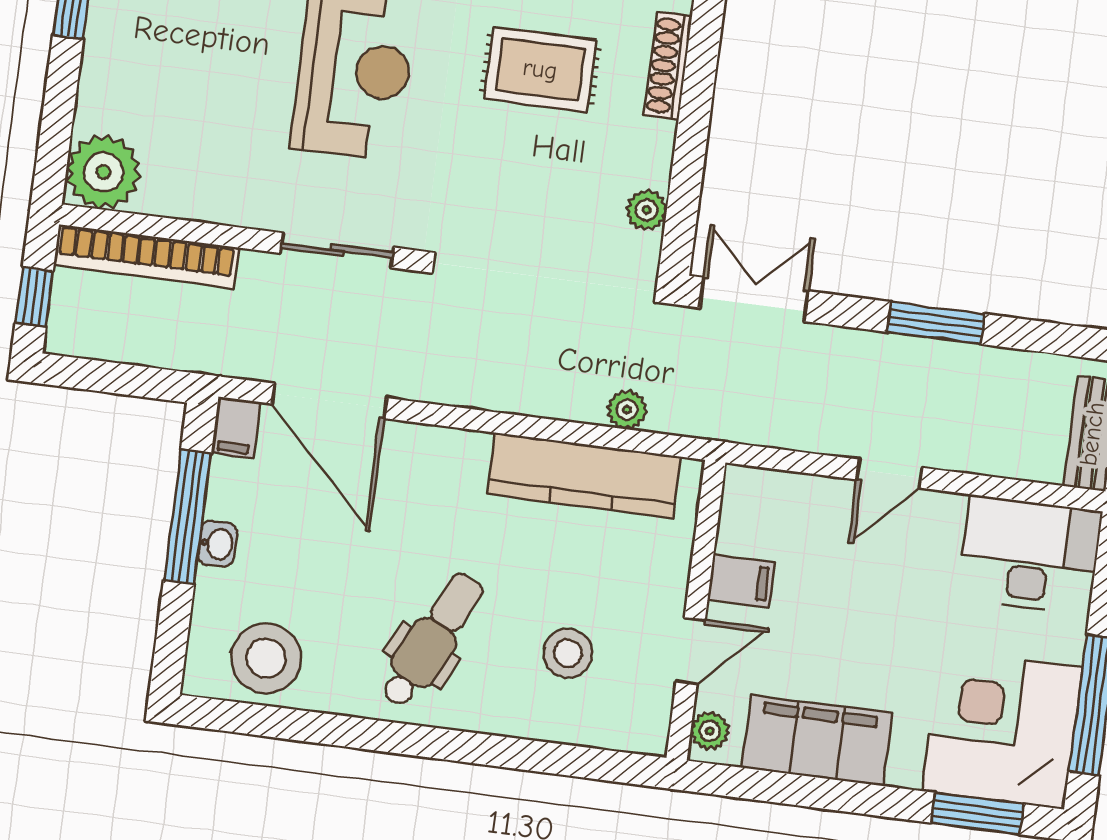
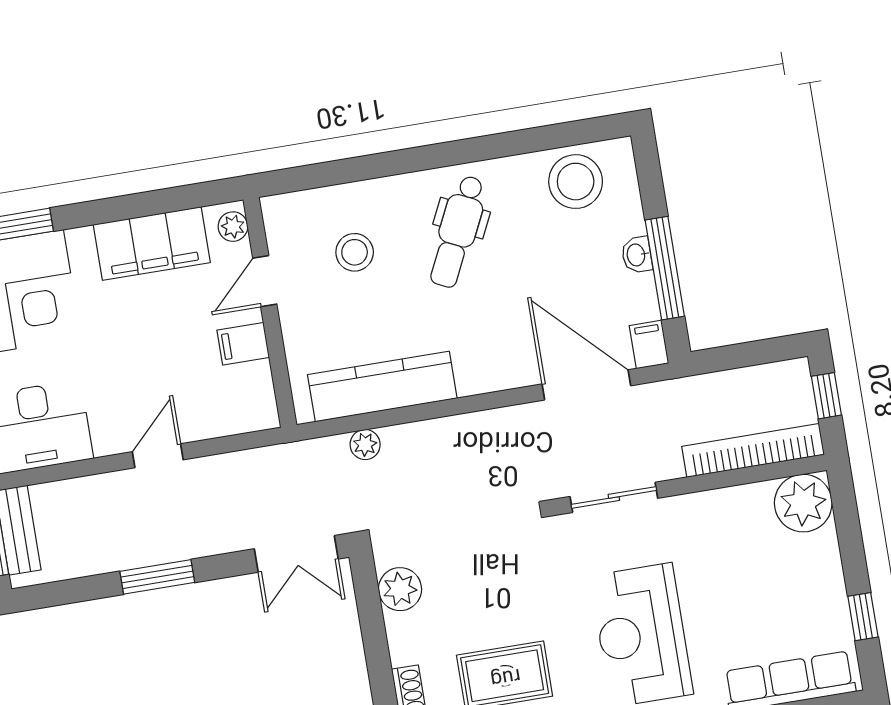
plant: (647, 210) -> (400, 589), width x1.38, depth x1.38

